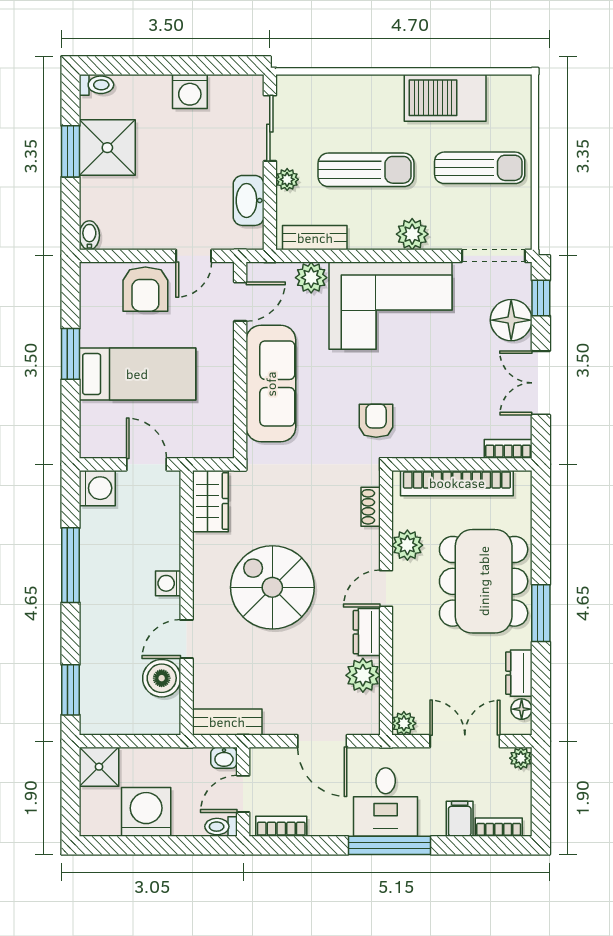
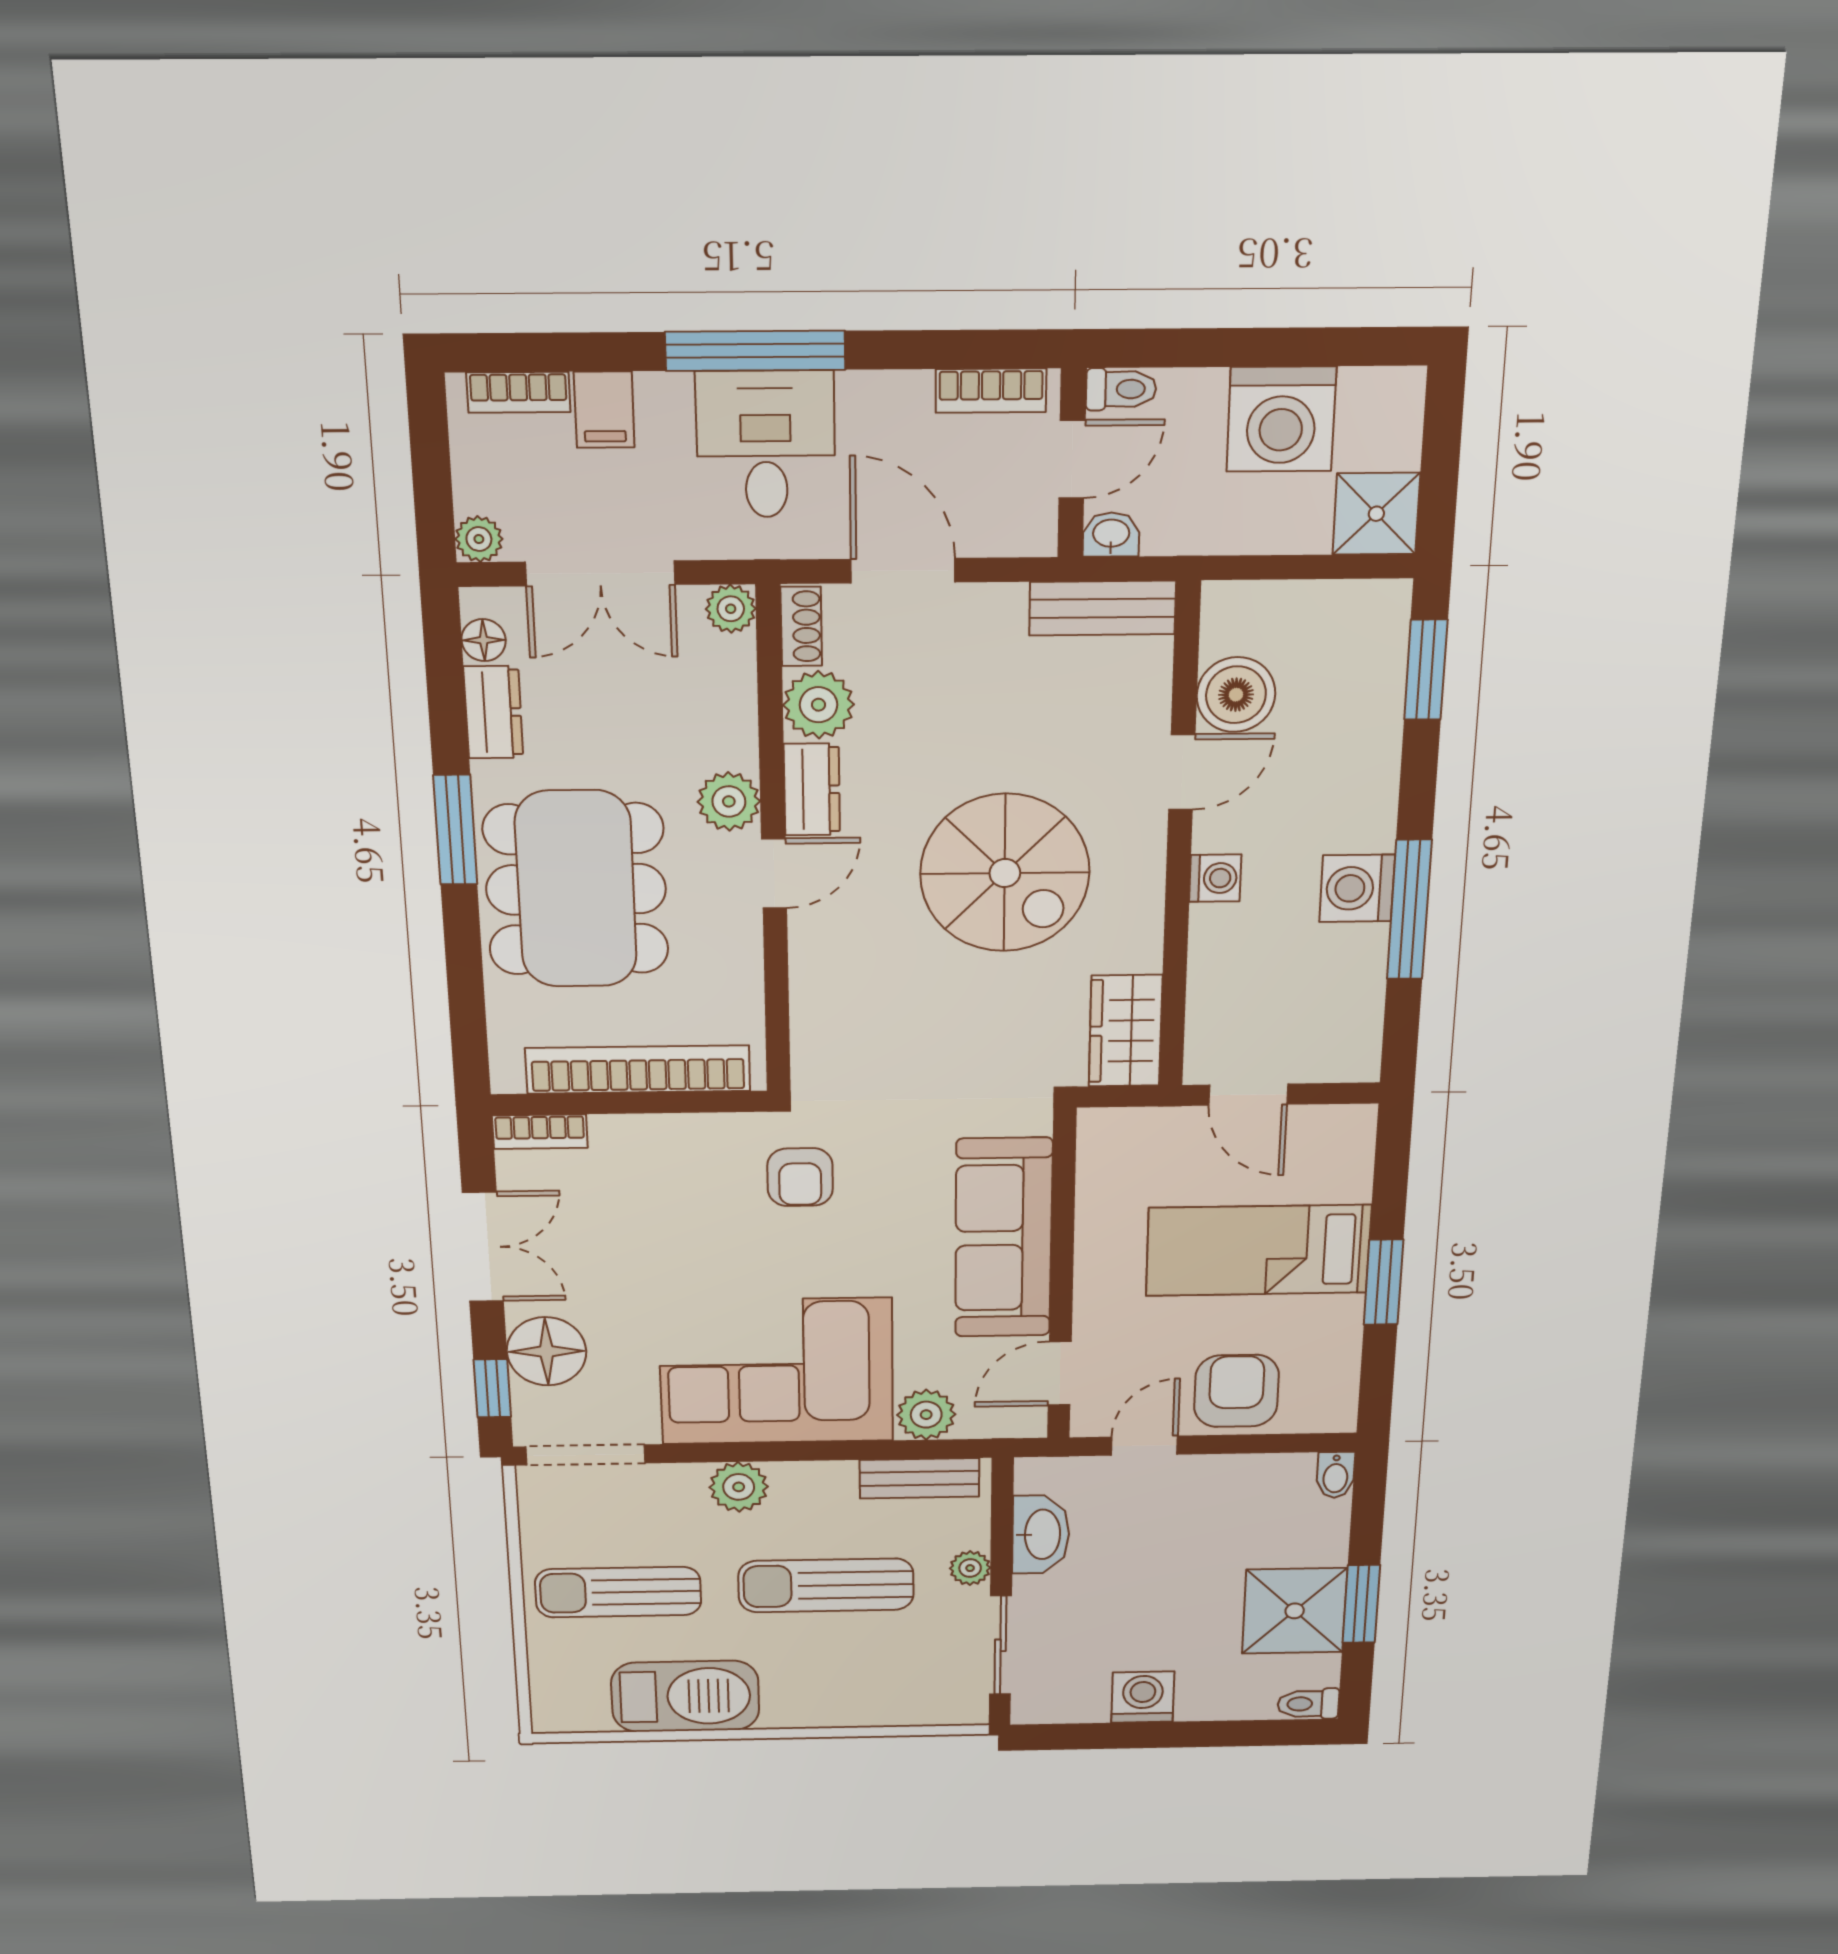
washing machine: (97, 488) -> (1357, 888), moved
shoe rack: (371, 507) -> (801, 626), moved
plant: (407, 545) -> (729, 801), moved

